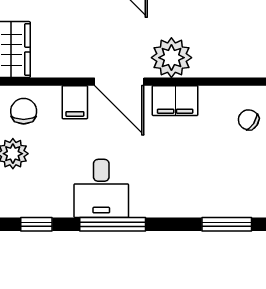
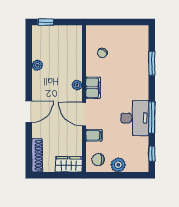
plant: (171, 58) -> (77, 85), width x0.53, depth x0.53
door: (119, 82) -> (84, 114), swing flipped
desk: (101, 188) -> (135, 118), width x1.37

